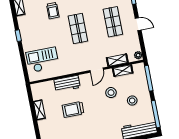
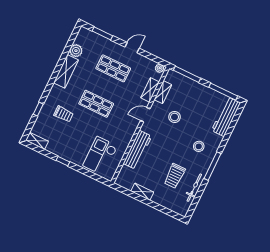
door: (97, 70) -> (145, 115), swing flipped
workbench: (67, 84) -> (137, 150), width x1.37
stool: (132, 100) -> (199, 146), moved
trolley: (73, 109) -> (175, 176), moved

